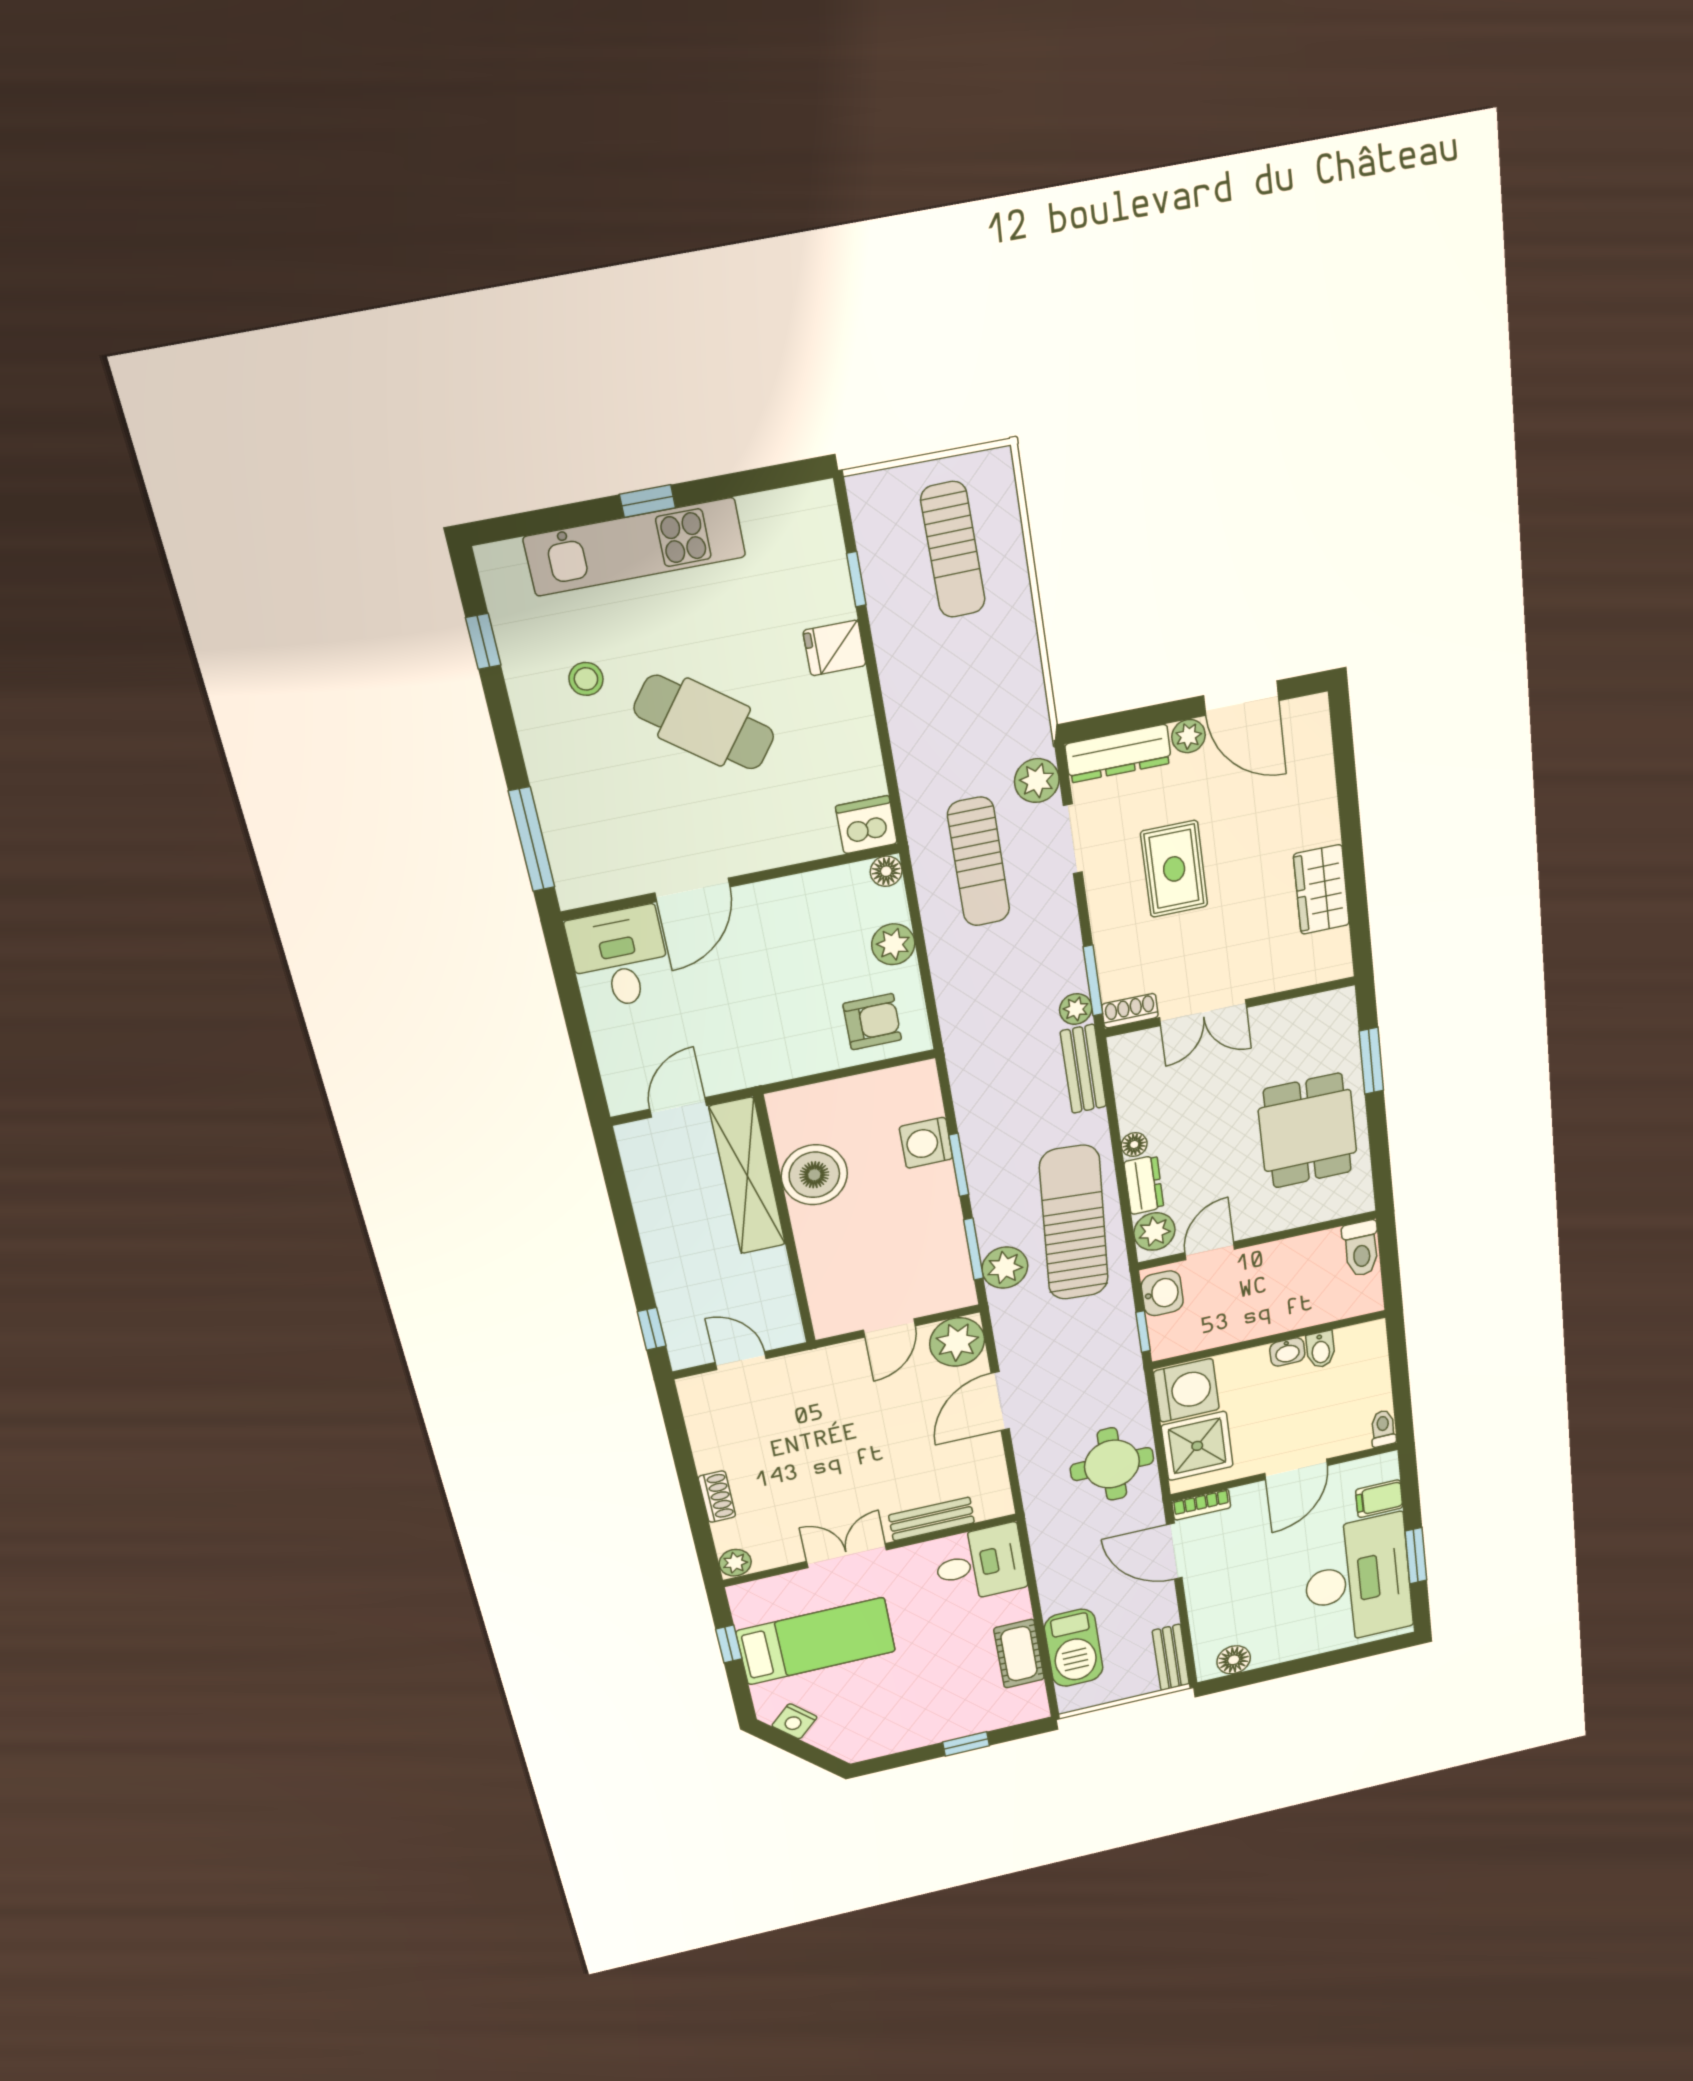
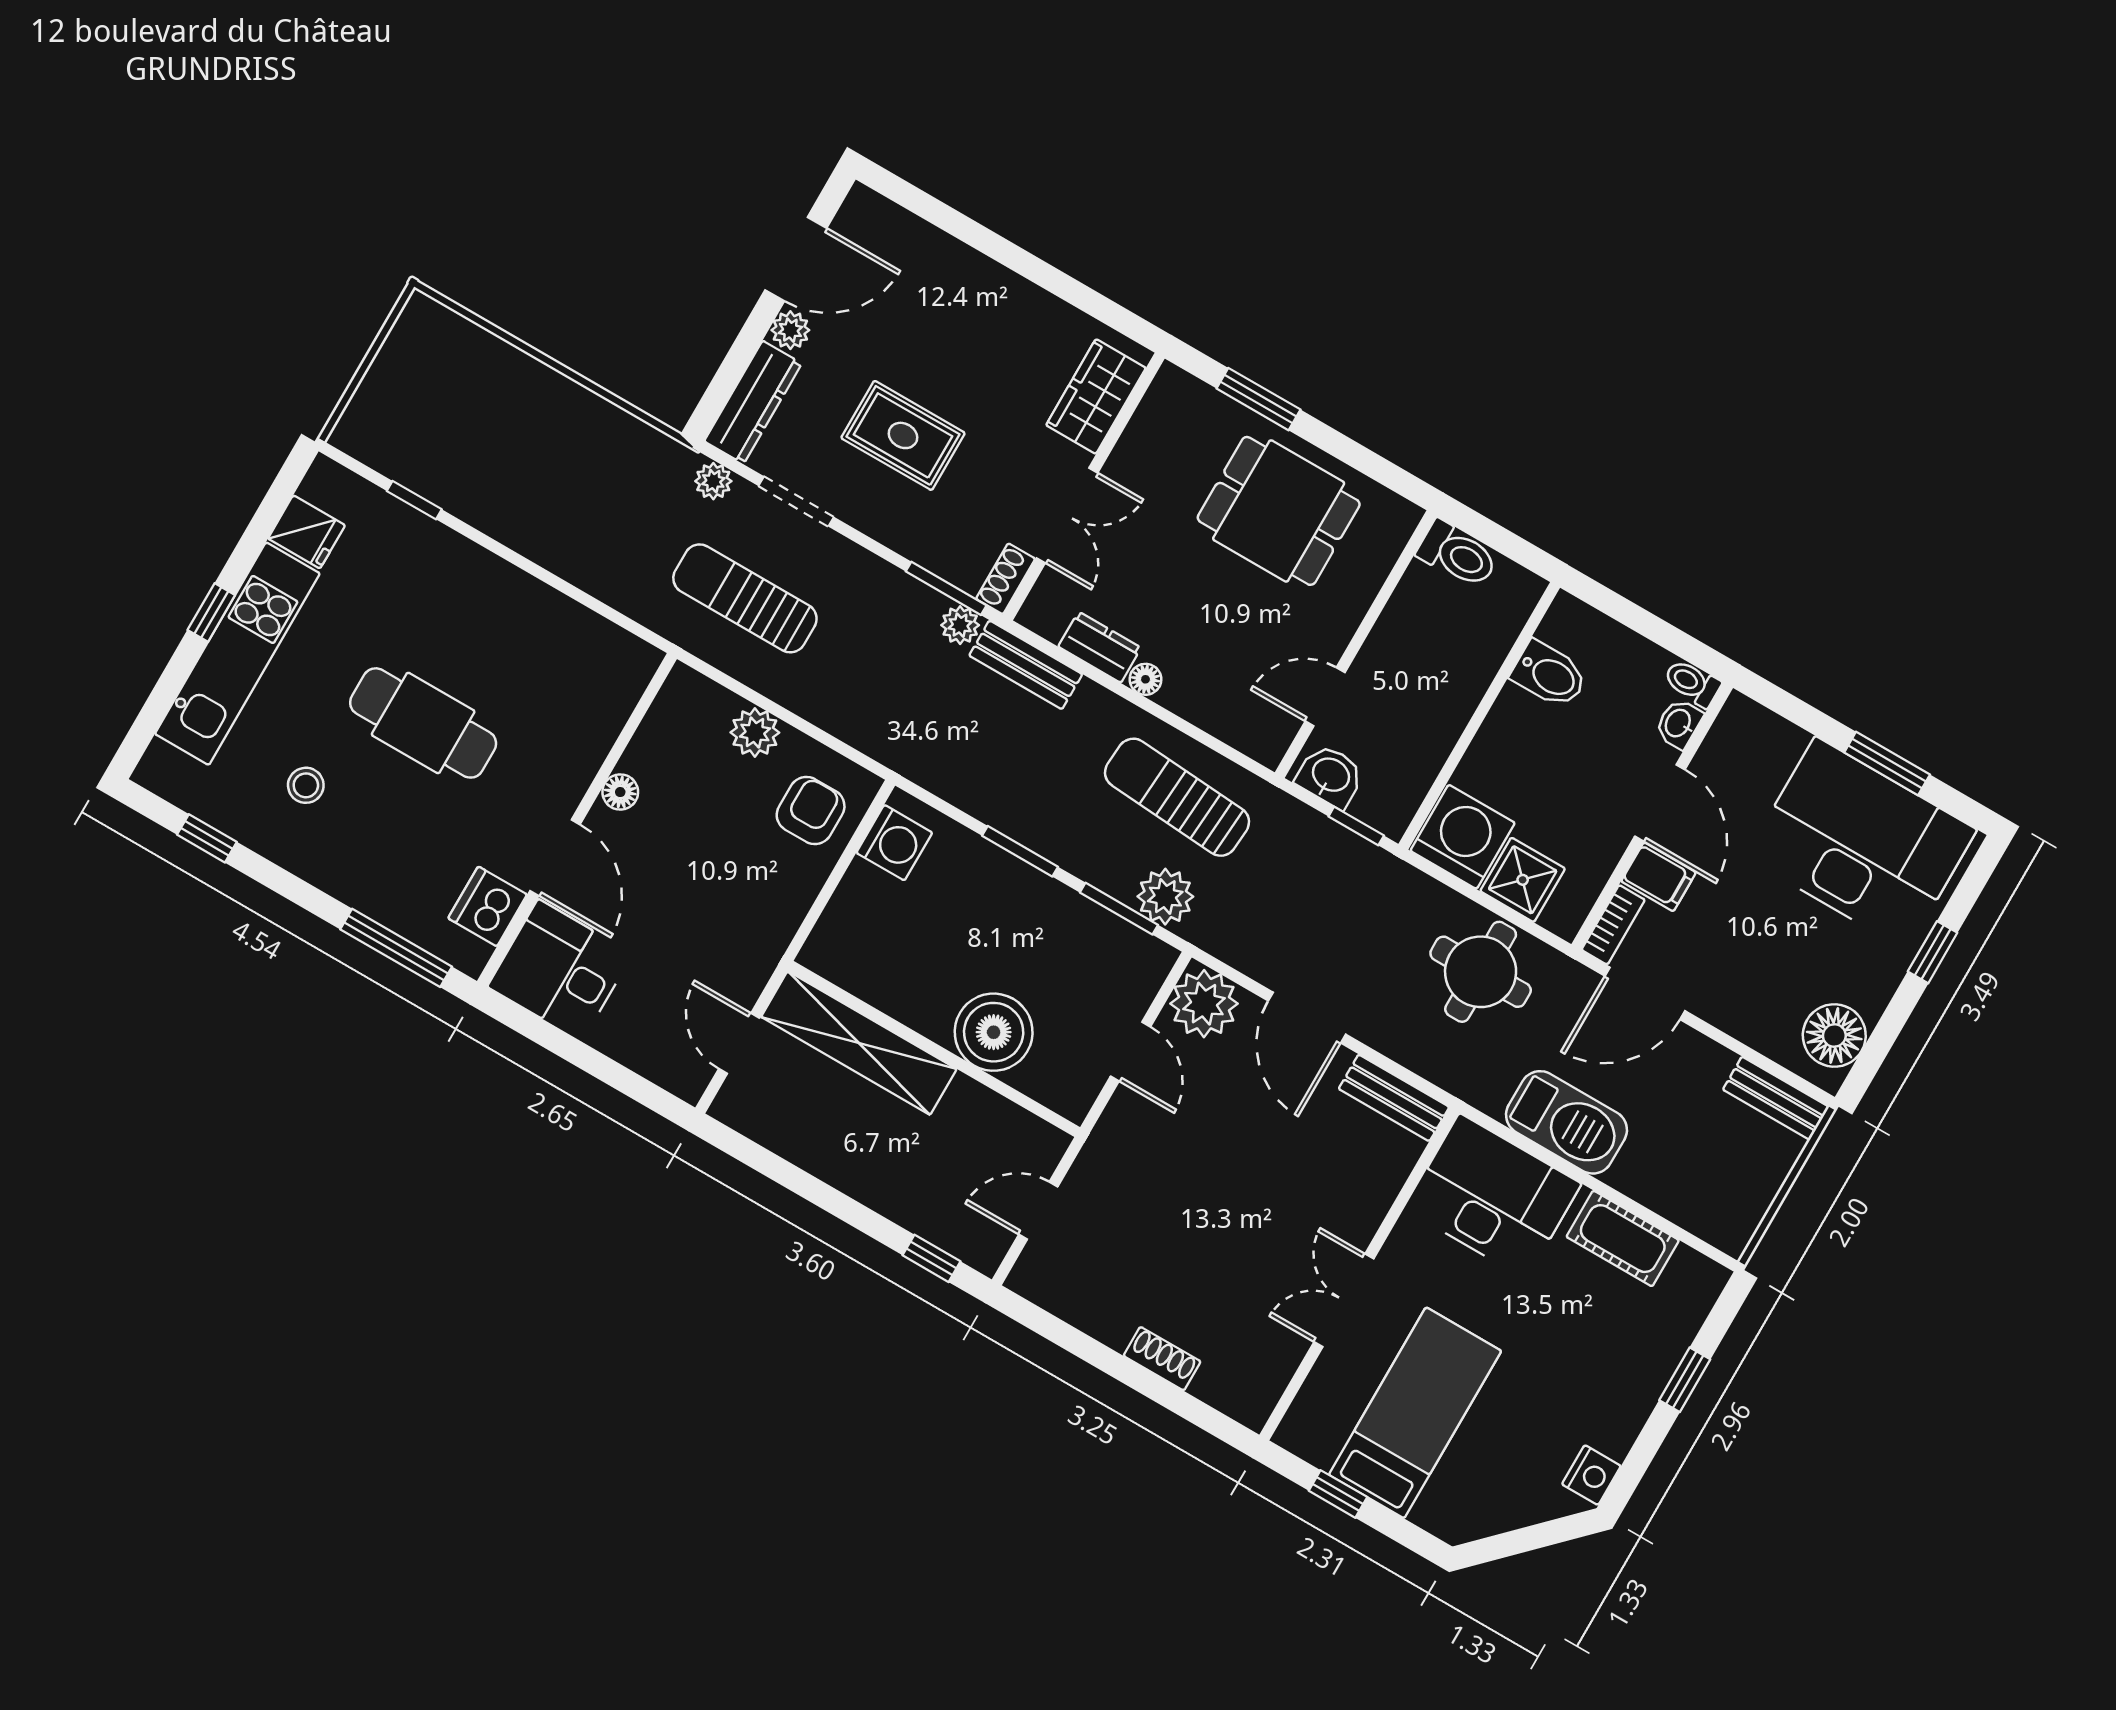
sun lounger: (953, 550) -> (458, 402), removed
fridge: (835, 648) -> (307, 532), moved, turned -90
cafe table: (704, 722) -> (423, 723), turned 53
plant: (1037, 781) -> (713, 481), width x0.73, depth x0.73
dishwasher: (866, 825) -> (488, 906), moved
sun lounger: (979, 862) -> (745, 598), turned 180
floor lamp: (886, 871) -> (620, 792), moved
wardrobe: (1321, 890) -> (1096, 397), moved, turned 90
washing machine: (926, 1143) -> (894, 843), moved, turned -90
boiler: (814, 1175) -> (994, 1032), moved
dresser: (1144, 1185) -> (1100, 647), moved
sun lounger: (1074, 1223) -> (1177, 797), width x0.73, depth x0.75
plant: (1154, 1232) -> (1256, 732), removed
door: (1210, 1251) -> (1325, 697), hinge flipped
bidet: (1321, 1350) -> (1549, 675), width x1.38, depth x1.36
washbasin: (1287, 1352) -> (1679, 724), moved, turned 180
shower: (1197, 1446) -> (1523, 880), width x0.73, depth x0.73
filing cabinet: (1379, 1499) -> (1659, 877), moved, turned -90
bench: (932, 1519) -> (1394, 1098), moved, turned 90
plant: (735, 1563) -> (1251, 1407), removed
desk: (980, 1564) -> (1493, 1196), width x1.37
barbecue: (1074, 1648) -> (1567, 1122), moved
floor lamp: (1234, 1660) -> (1834, 1036), width x1.38, depth x1.38
window: (1323, 1660) -> (1933, 952), added
nightstand: (795, 1721) -> (1591, 1475), moved, turned -45

